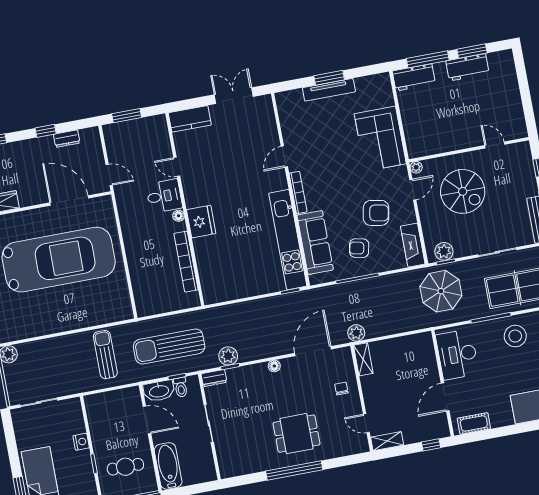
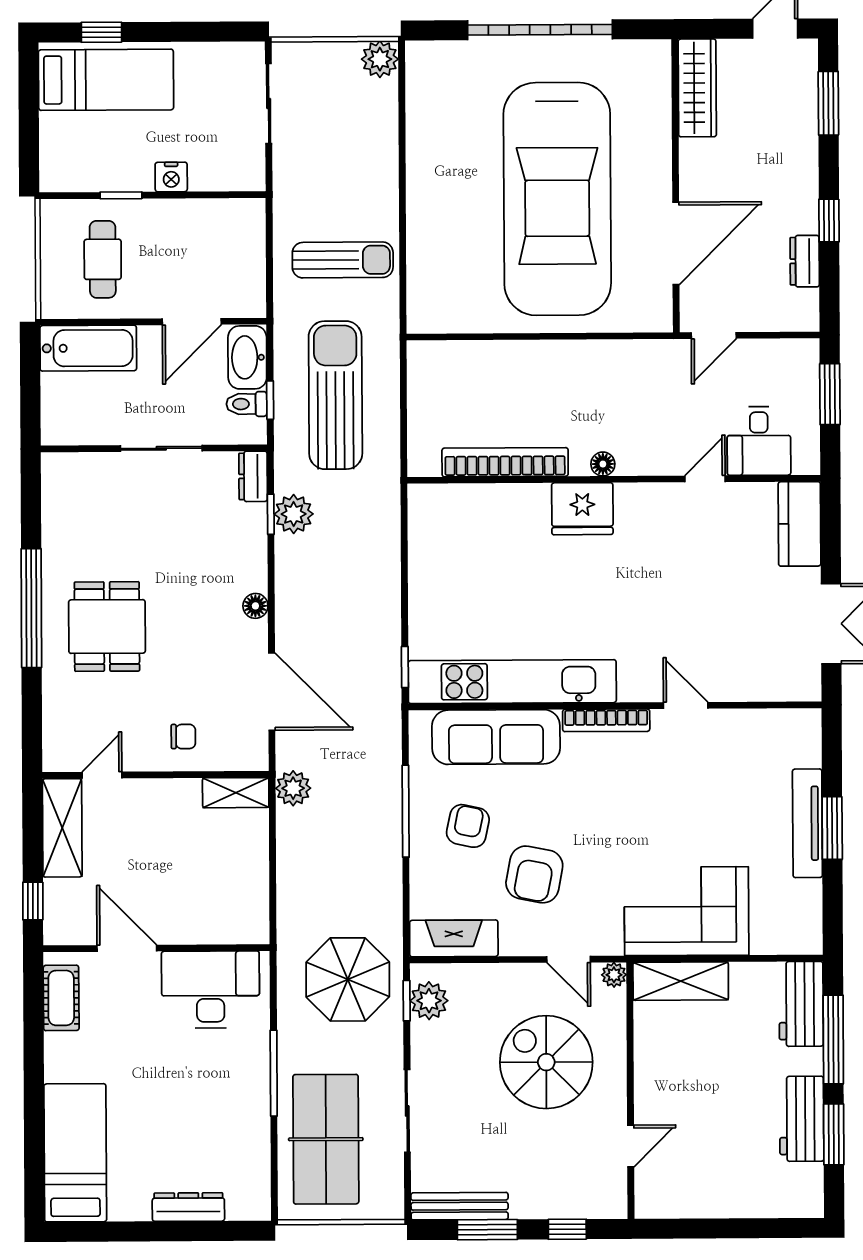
shelving: (413, 136) -> (681, 981), added
spiral stairs: (463, 191) -> (546, 1062), turned 90
desk: (164, 196) -> (759, 441), moved
stool: (515, 336) -> (227, 1117), removed
shelving: (387, 441) -> (62, 828), width x1.50, depth x1.33

